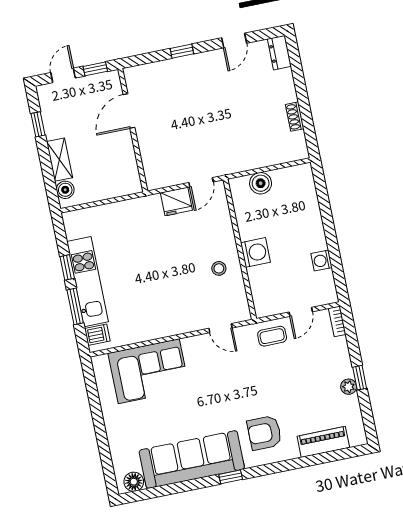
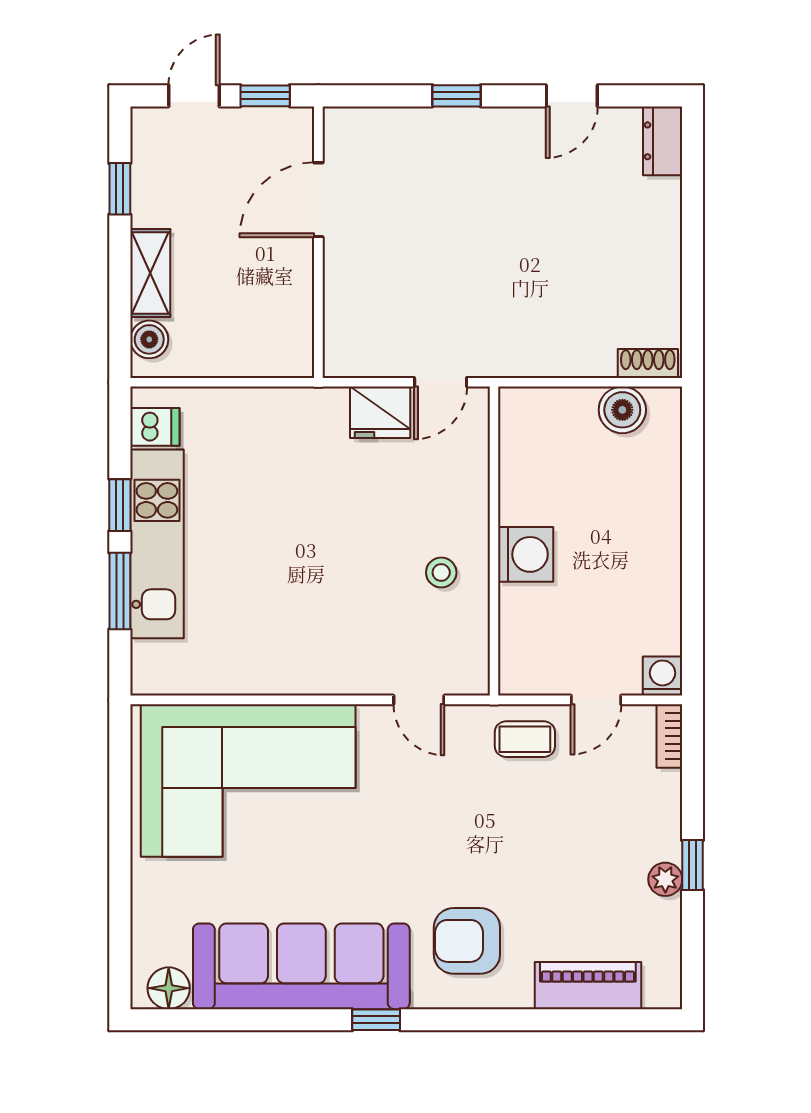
shoe rack: (295, 117) -> (648, 363), moved, turned 90
boiler: (261, 183) -> (622, 410), moved
washing machine: (322, 261) -> (662, 676), moved, turned 90
dishwasher: (97, 335) -> (155, 427), moved
corner sofa: (149, 371) -> (248, 780), width x1.36, depth x1.36

